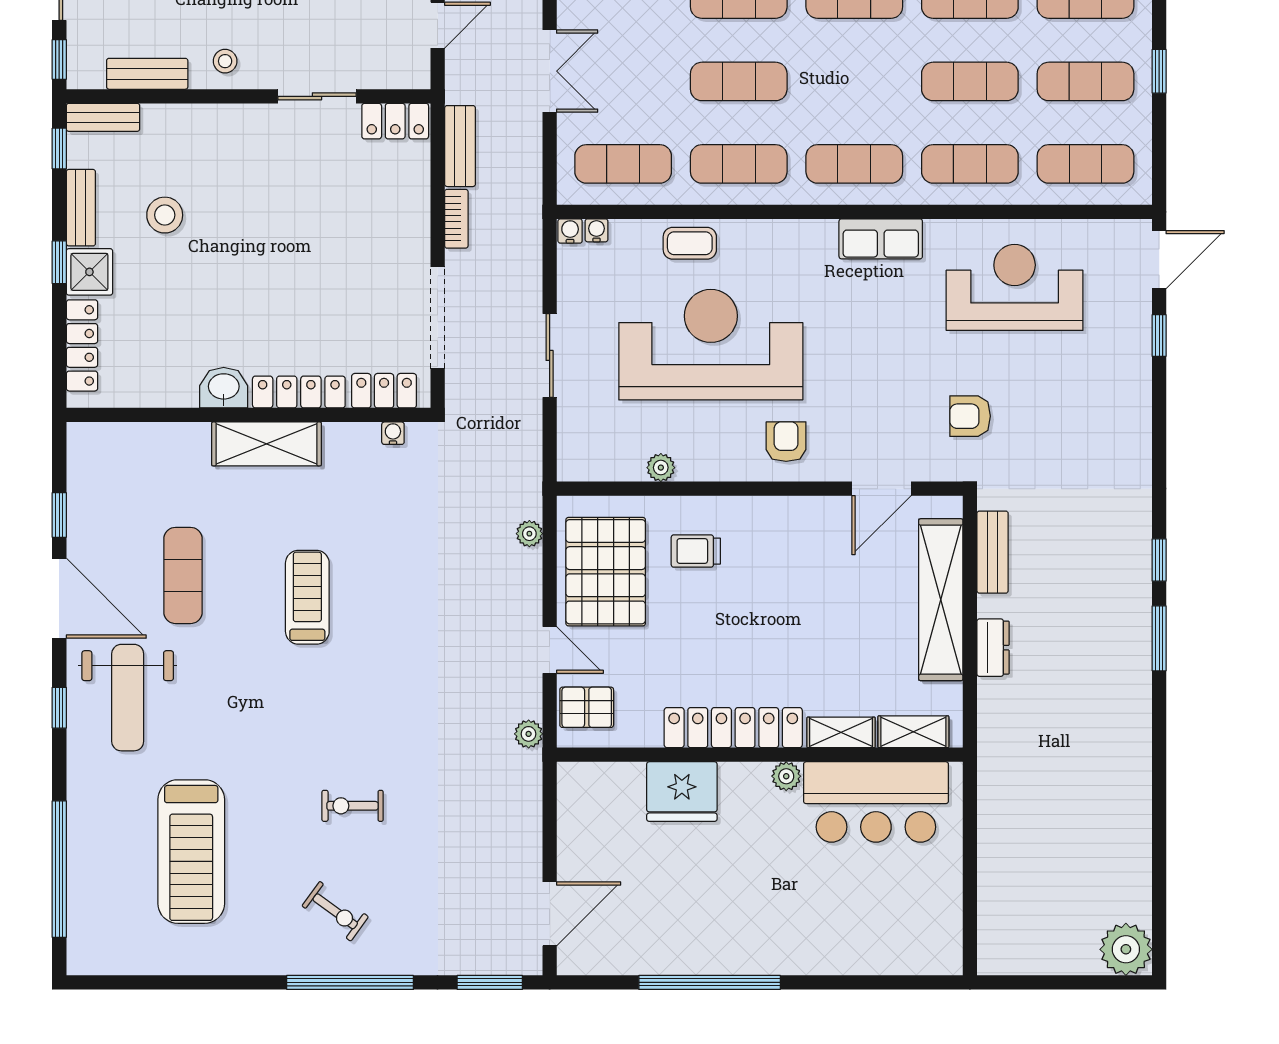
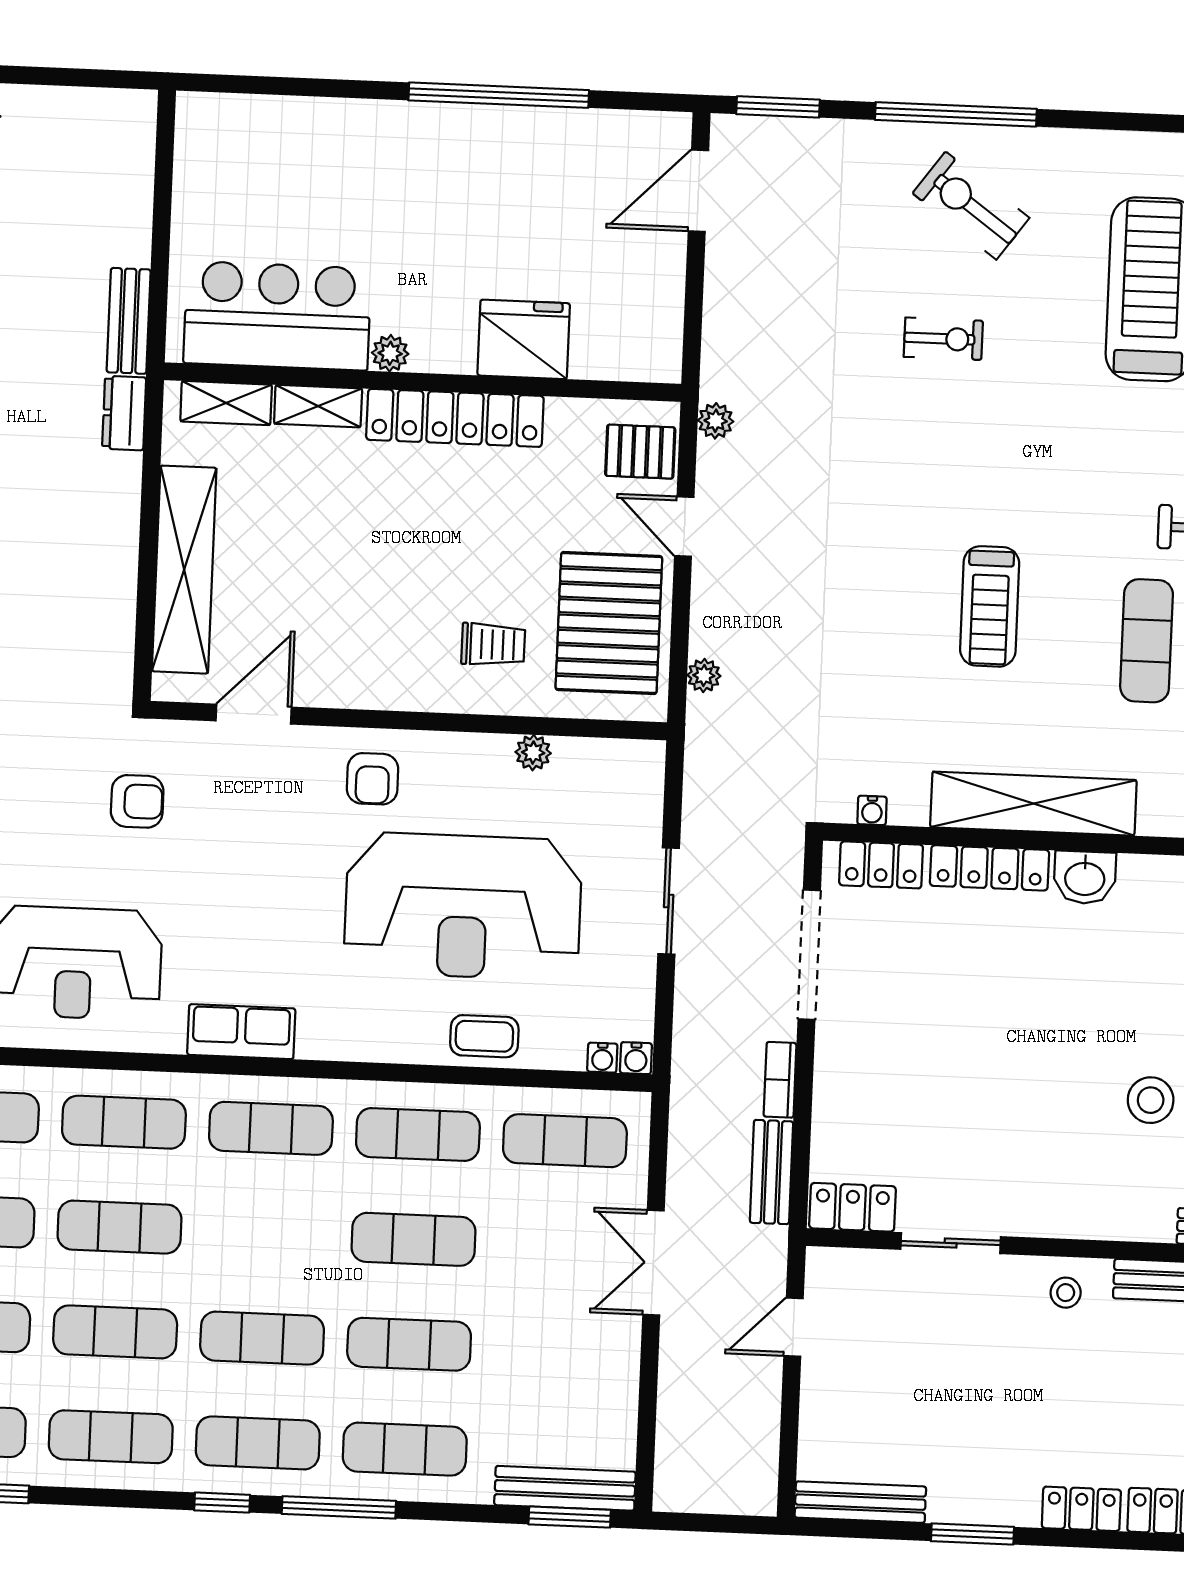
shelving: (266, 444) -> (1033, 804), width x1.47
bench: (993, 552) -> (129, 321), moved
dresser: (993, 648) -> (124, 413), moved
exercise bike: (335, 911) -> (971, 206), width x1.38, depth x1.39

